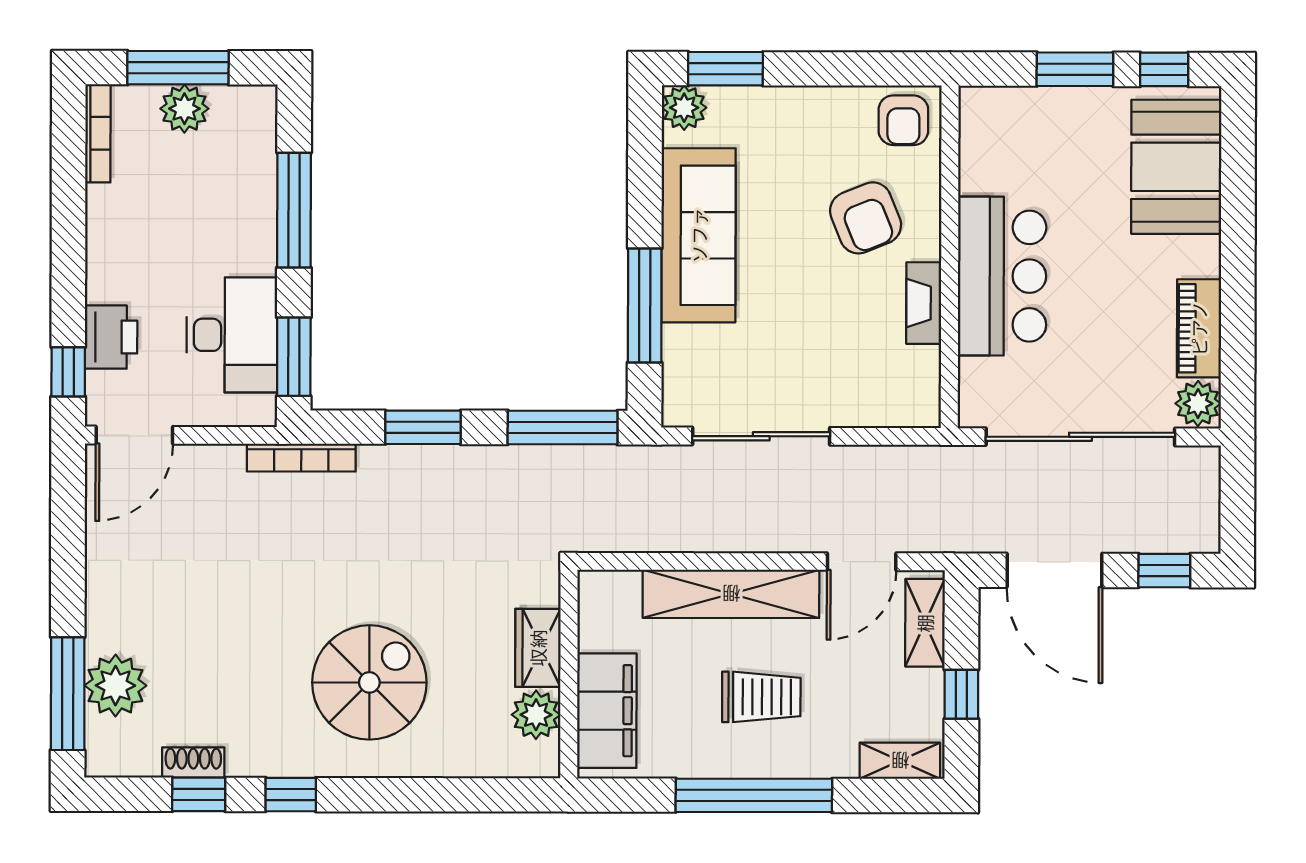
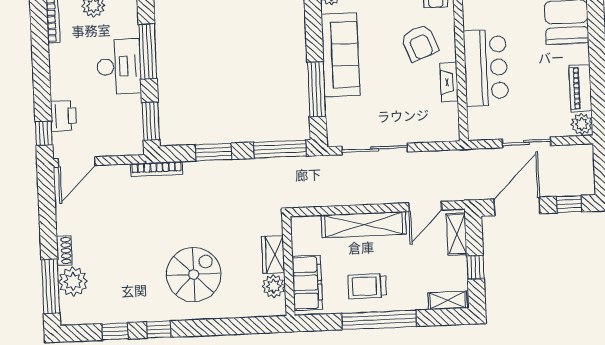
desk: (232, 335) -> (119, 66), moved
sliding door: (1080, 437) -> (526, 142), width x0.54
door: (1055, 570) -> (517, 206), swing flipped
trolley: (761, 697) -> (367, 286), moved, turned 180
shoe rack: (193, 763) -> (64, 251), moved, turned 90

